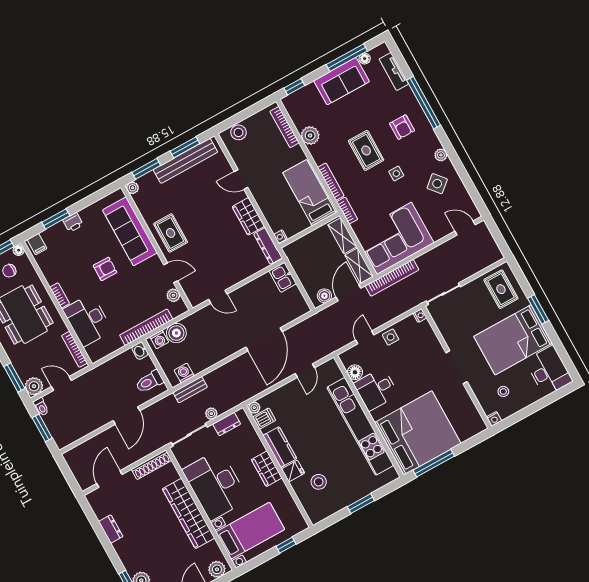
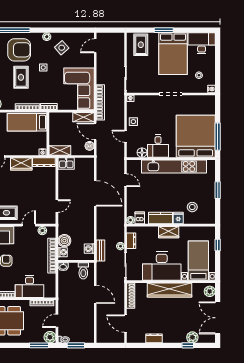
armchair: (402, 127) -> (19, 50), width x1.88, depth x1.88
rug: (366, 150) -> (21, 77), turned 90
shelving: (342, 236) -> (60, 150), moved
rug: (501, 289) -> (141, 45), turned 90

